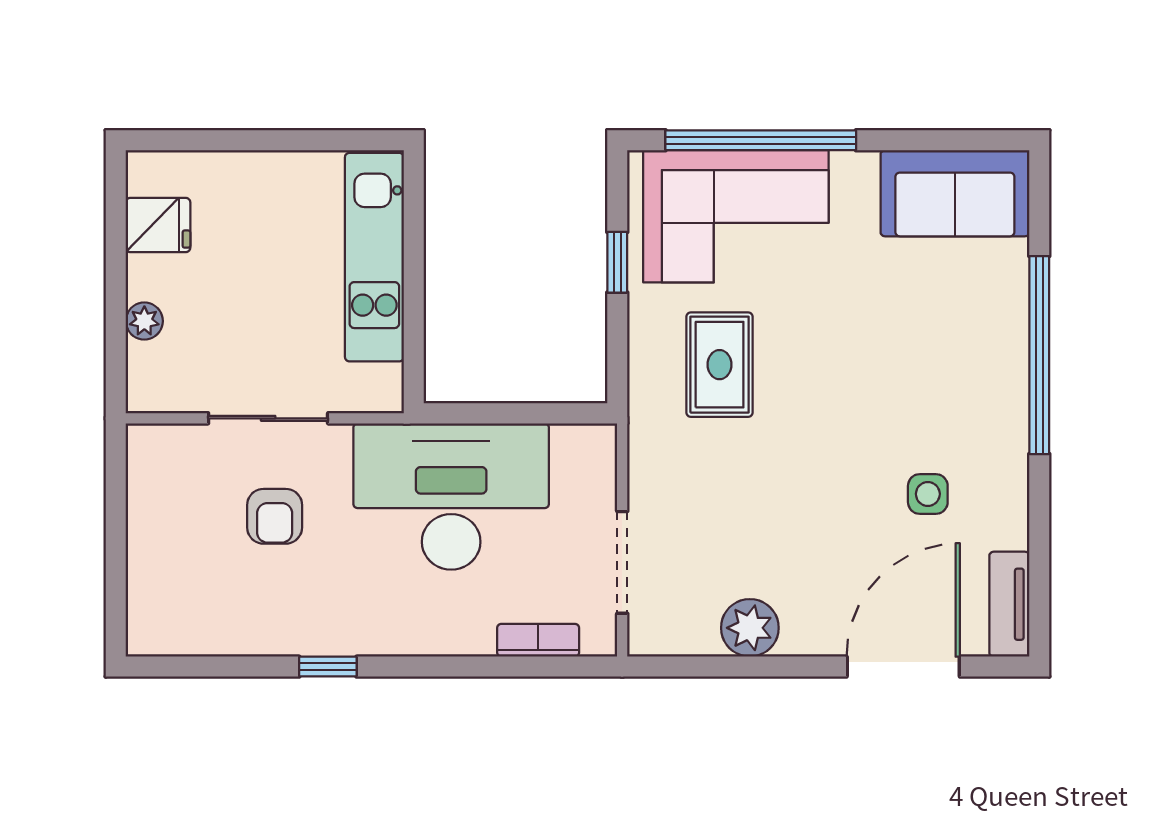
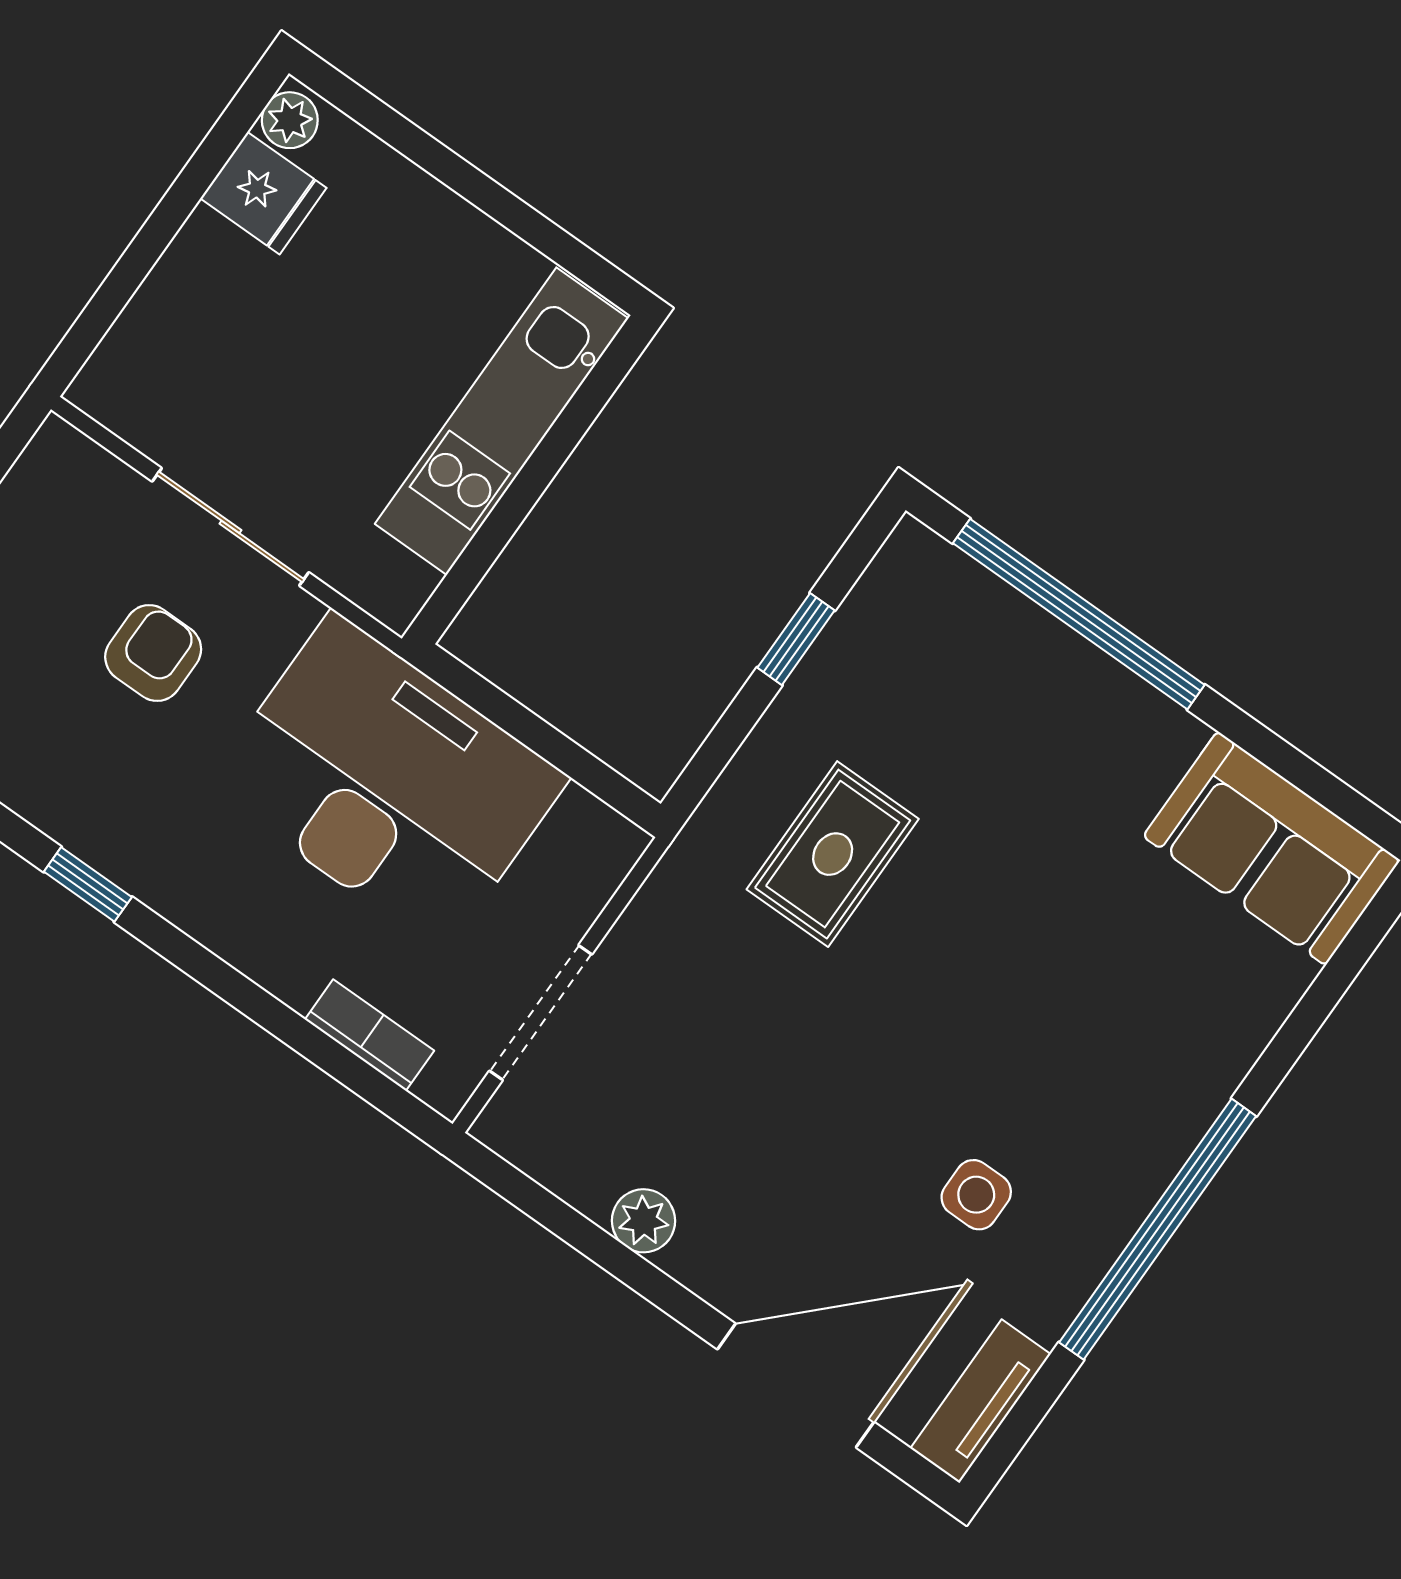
corner sofa: (736, 216) -> (982, 686), removed
plant: (144, 321) -> (290, 120), moved
window: (1039, 355) -> (1158, 1229), moved
armchair: (275, 516) -> (153, 653), turned 180
plant: (750, 628) -> (644, 1221), width x0.73, depth x0.73

